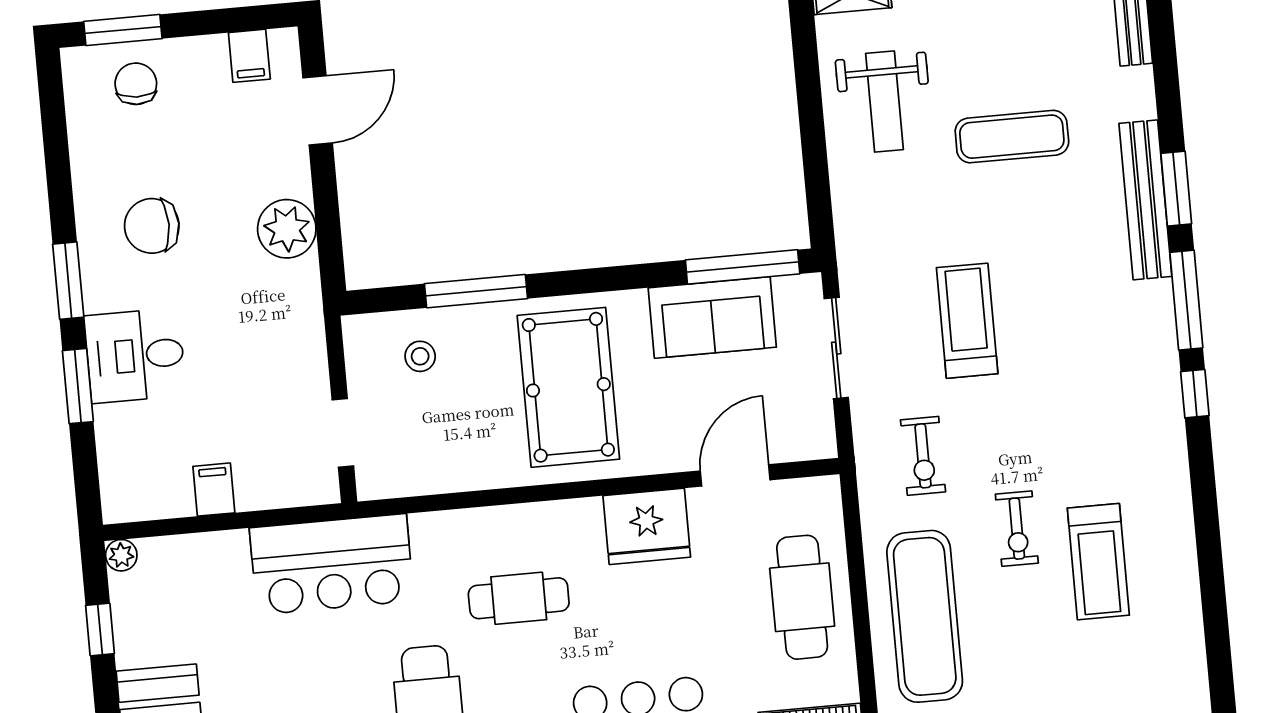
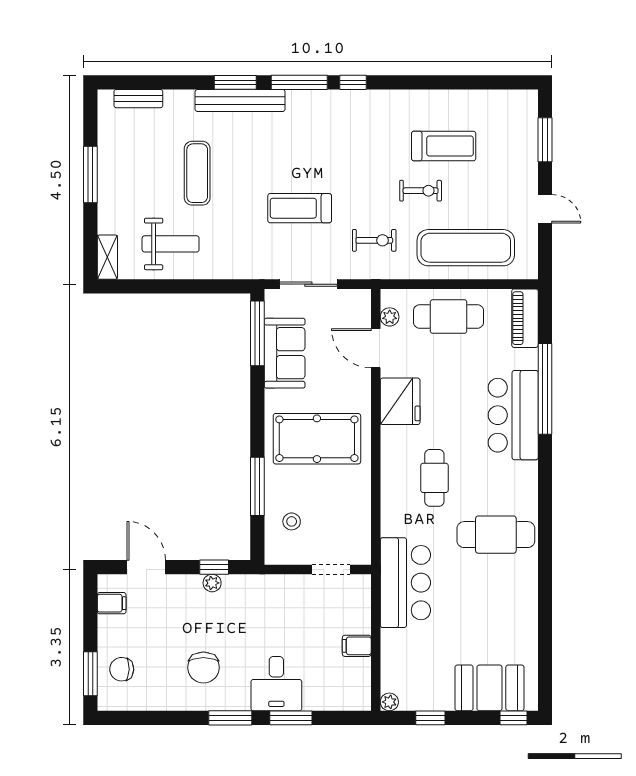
plant: (287, 229) -> (212, 583), width x0.53, depth x0.53
window: (328, 229) -> (214, 567), added
plant: (792, 495) -> (390, 317), added

